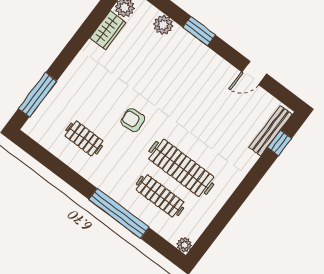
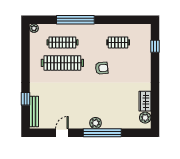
plant: (163, 25) -> (96, 123), moved
window: (199, 31) -> (102, 133), width x2.11
window: (38, 95) -> (155, 46), width x0.46
window: (280, 143) -> (26, 99), moved

